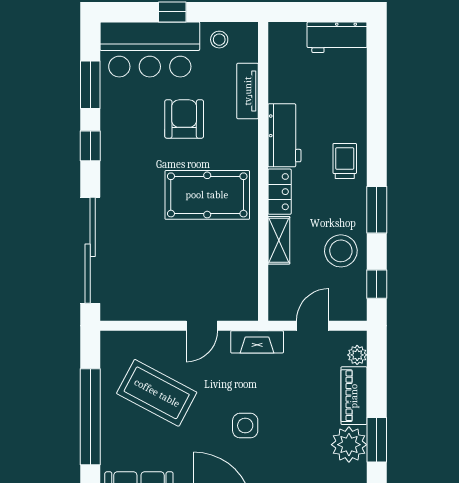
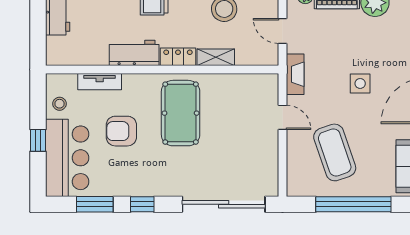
coffee table: (157, 393) -> (335, 152), turned -47

